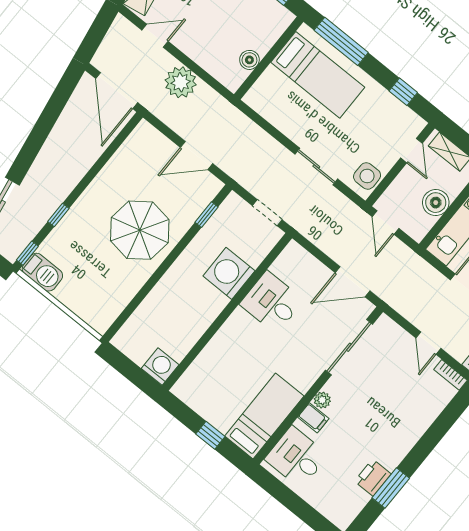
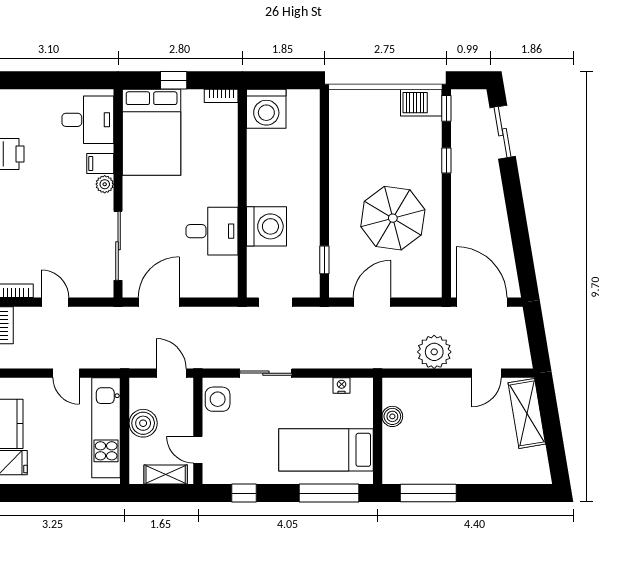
nightstand: (268, 113) -> (342, 386), added
parasol: (140, 230) -> (393, 218), moved
washing machine: (160, 367) -> (266, 109), width x1.37, depth x1.37
bookcase: (185, 396) -> (221, 96), added
bed: (264, 416) -> (152, 132), width x1.50

